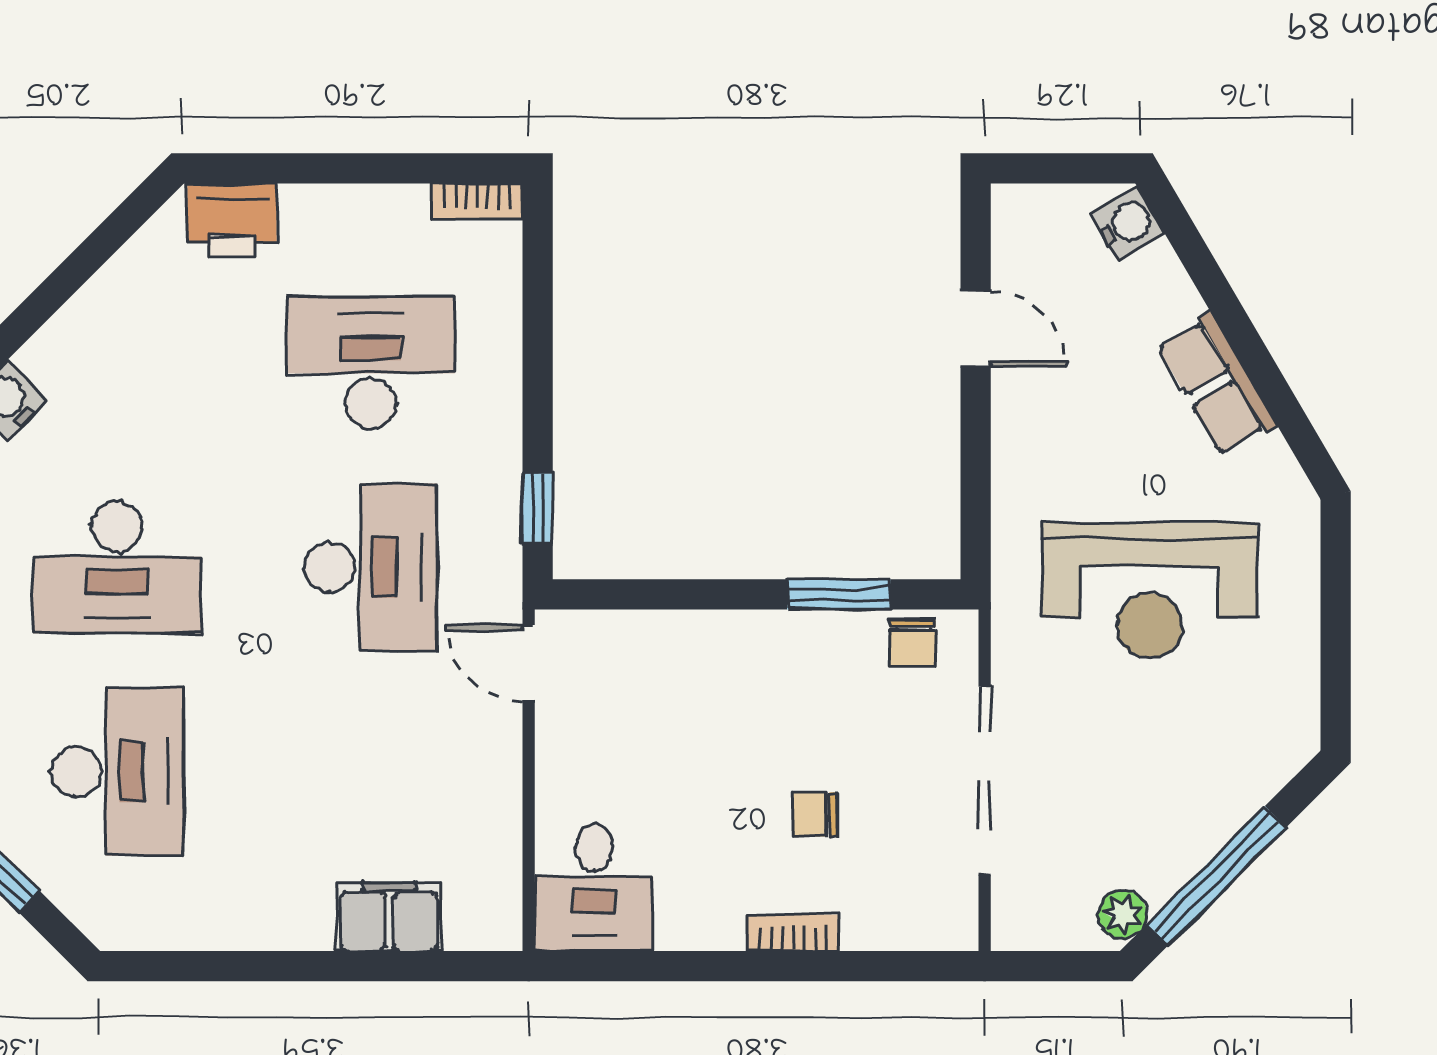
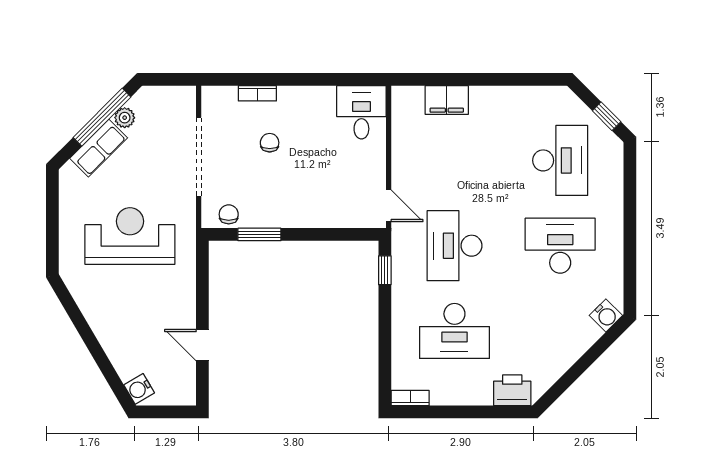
row of seats: (1216, 384) -> (99, 148), moved, turned 75
desk: (117, 772) -> (560, 160), turned 180
chair: (814, 814) -> (270, 143), turned -90
plant: (1122, 914) -> (125, 118), moved
bookcase: (793, 933) -> (257, 93), moved

